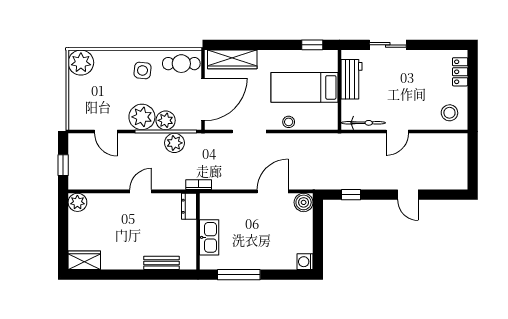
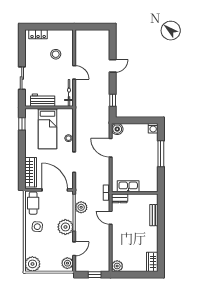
stool: (449, 113) -> (56, 54), moved
plant: (166, 120) -> (67, 263), moved
door: (141, 191) -> (111, 218), moved
kitchen sink: (209, 237) -> (128, 186), moved
window: (239, 275) -> (161, 154), moved

